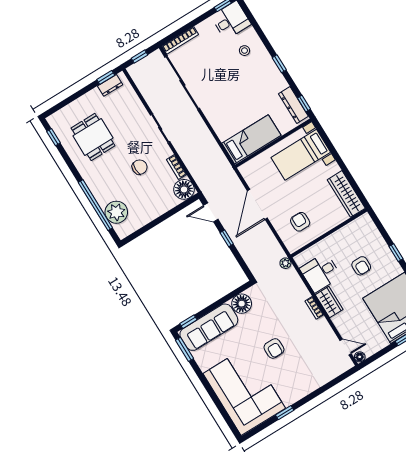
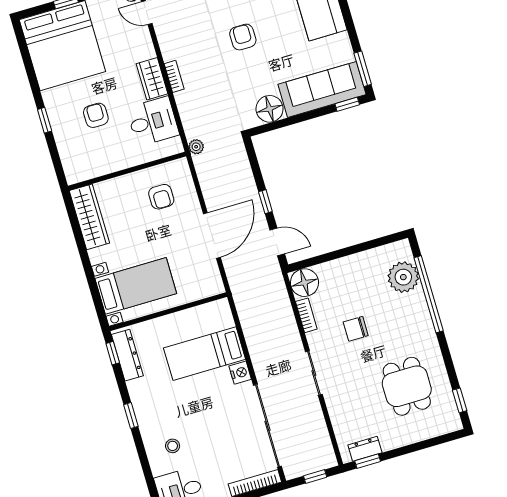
nightstand: (212, 114) -> (240, 373), added
bed: (251, 139) -> (205, 354), moved

